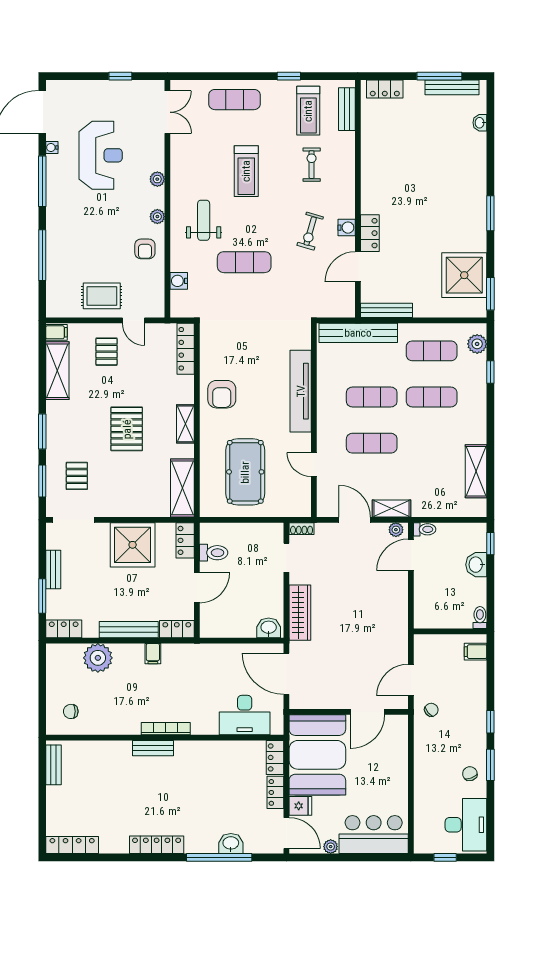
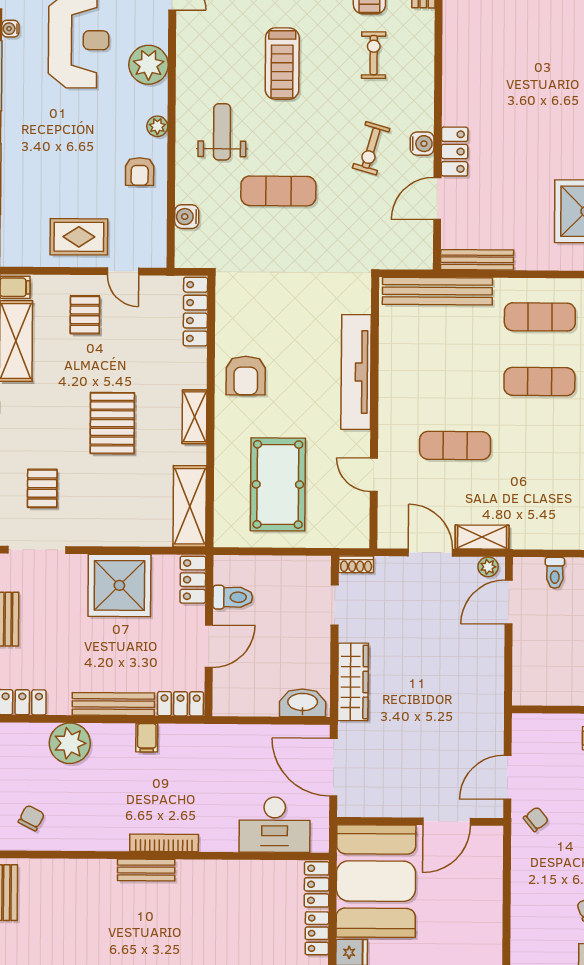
plant: (157, 179) -> (149, 65), width x1.88, depth x1.88
exercise mat: (372, 397) -> (455, 381), removed
toilet: (425, 529) -> (555, 573), moved, turned 90
washbasin: (269, 628) -> (303, 703), width x1.38
chair: (71, 711) -> (31, 818), turned 117

